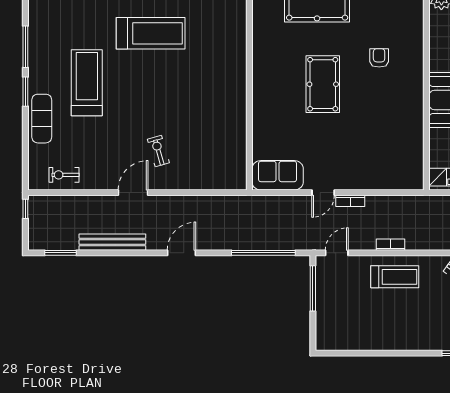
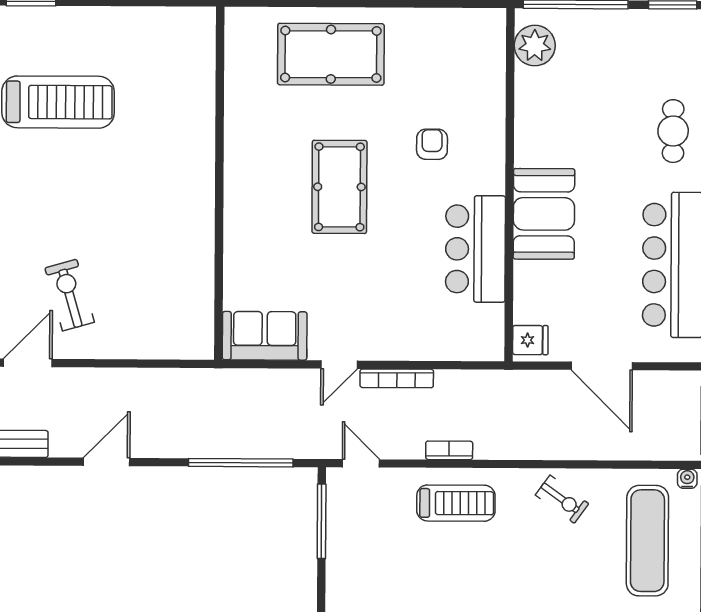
bar counter: (406, 122) -> (475, 249), added
exercise bike: (158, 151) -> (70, 295), width x1.38, depth x1.39
bookcase: (350, 201) -> (397, 378), width x1.56
door: (337, 253) -> (361, 463), hinge flipped

